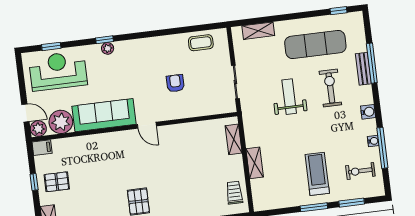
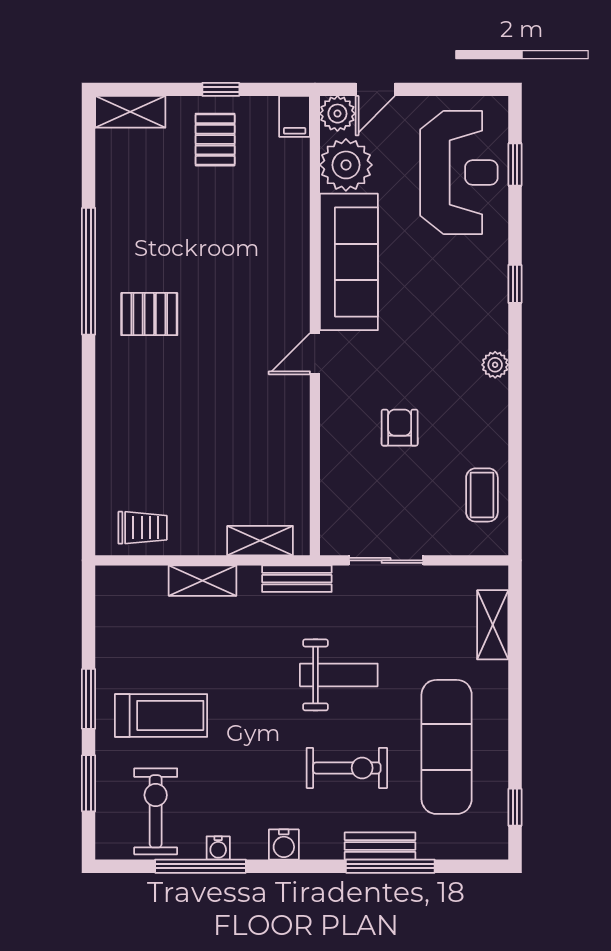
plant: (108, 48) -> (495, 365), moved
armchair: (175, 83) -> (400, 428), turned -90
bench: (248, 121) -> (297, 579), added
exercise bike: (360, 171) -> (156, 811), width x1.38, depth x1.39

